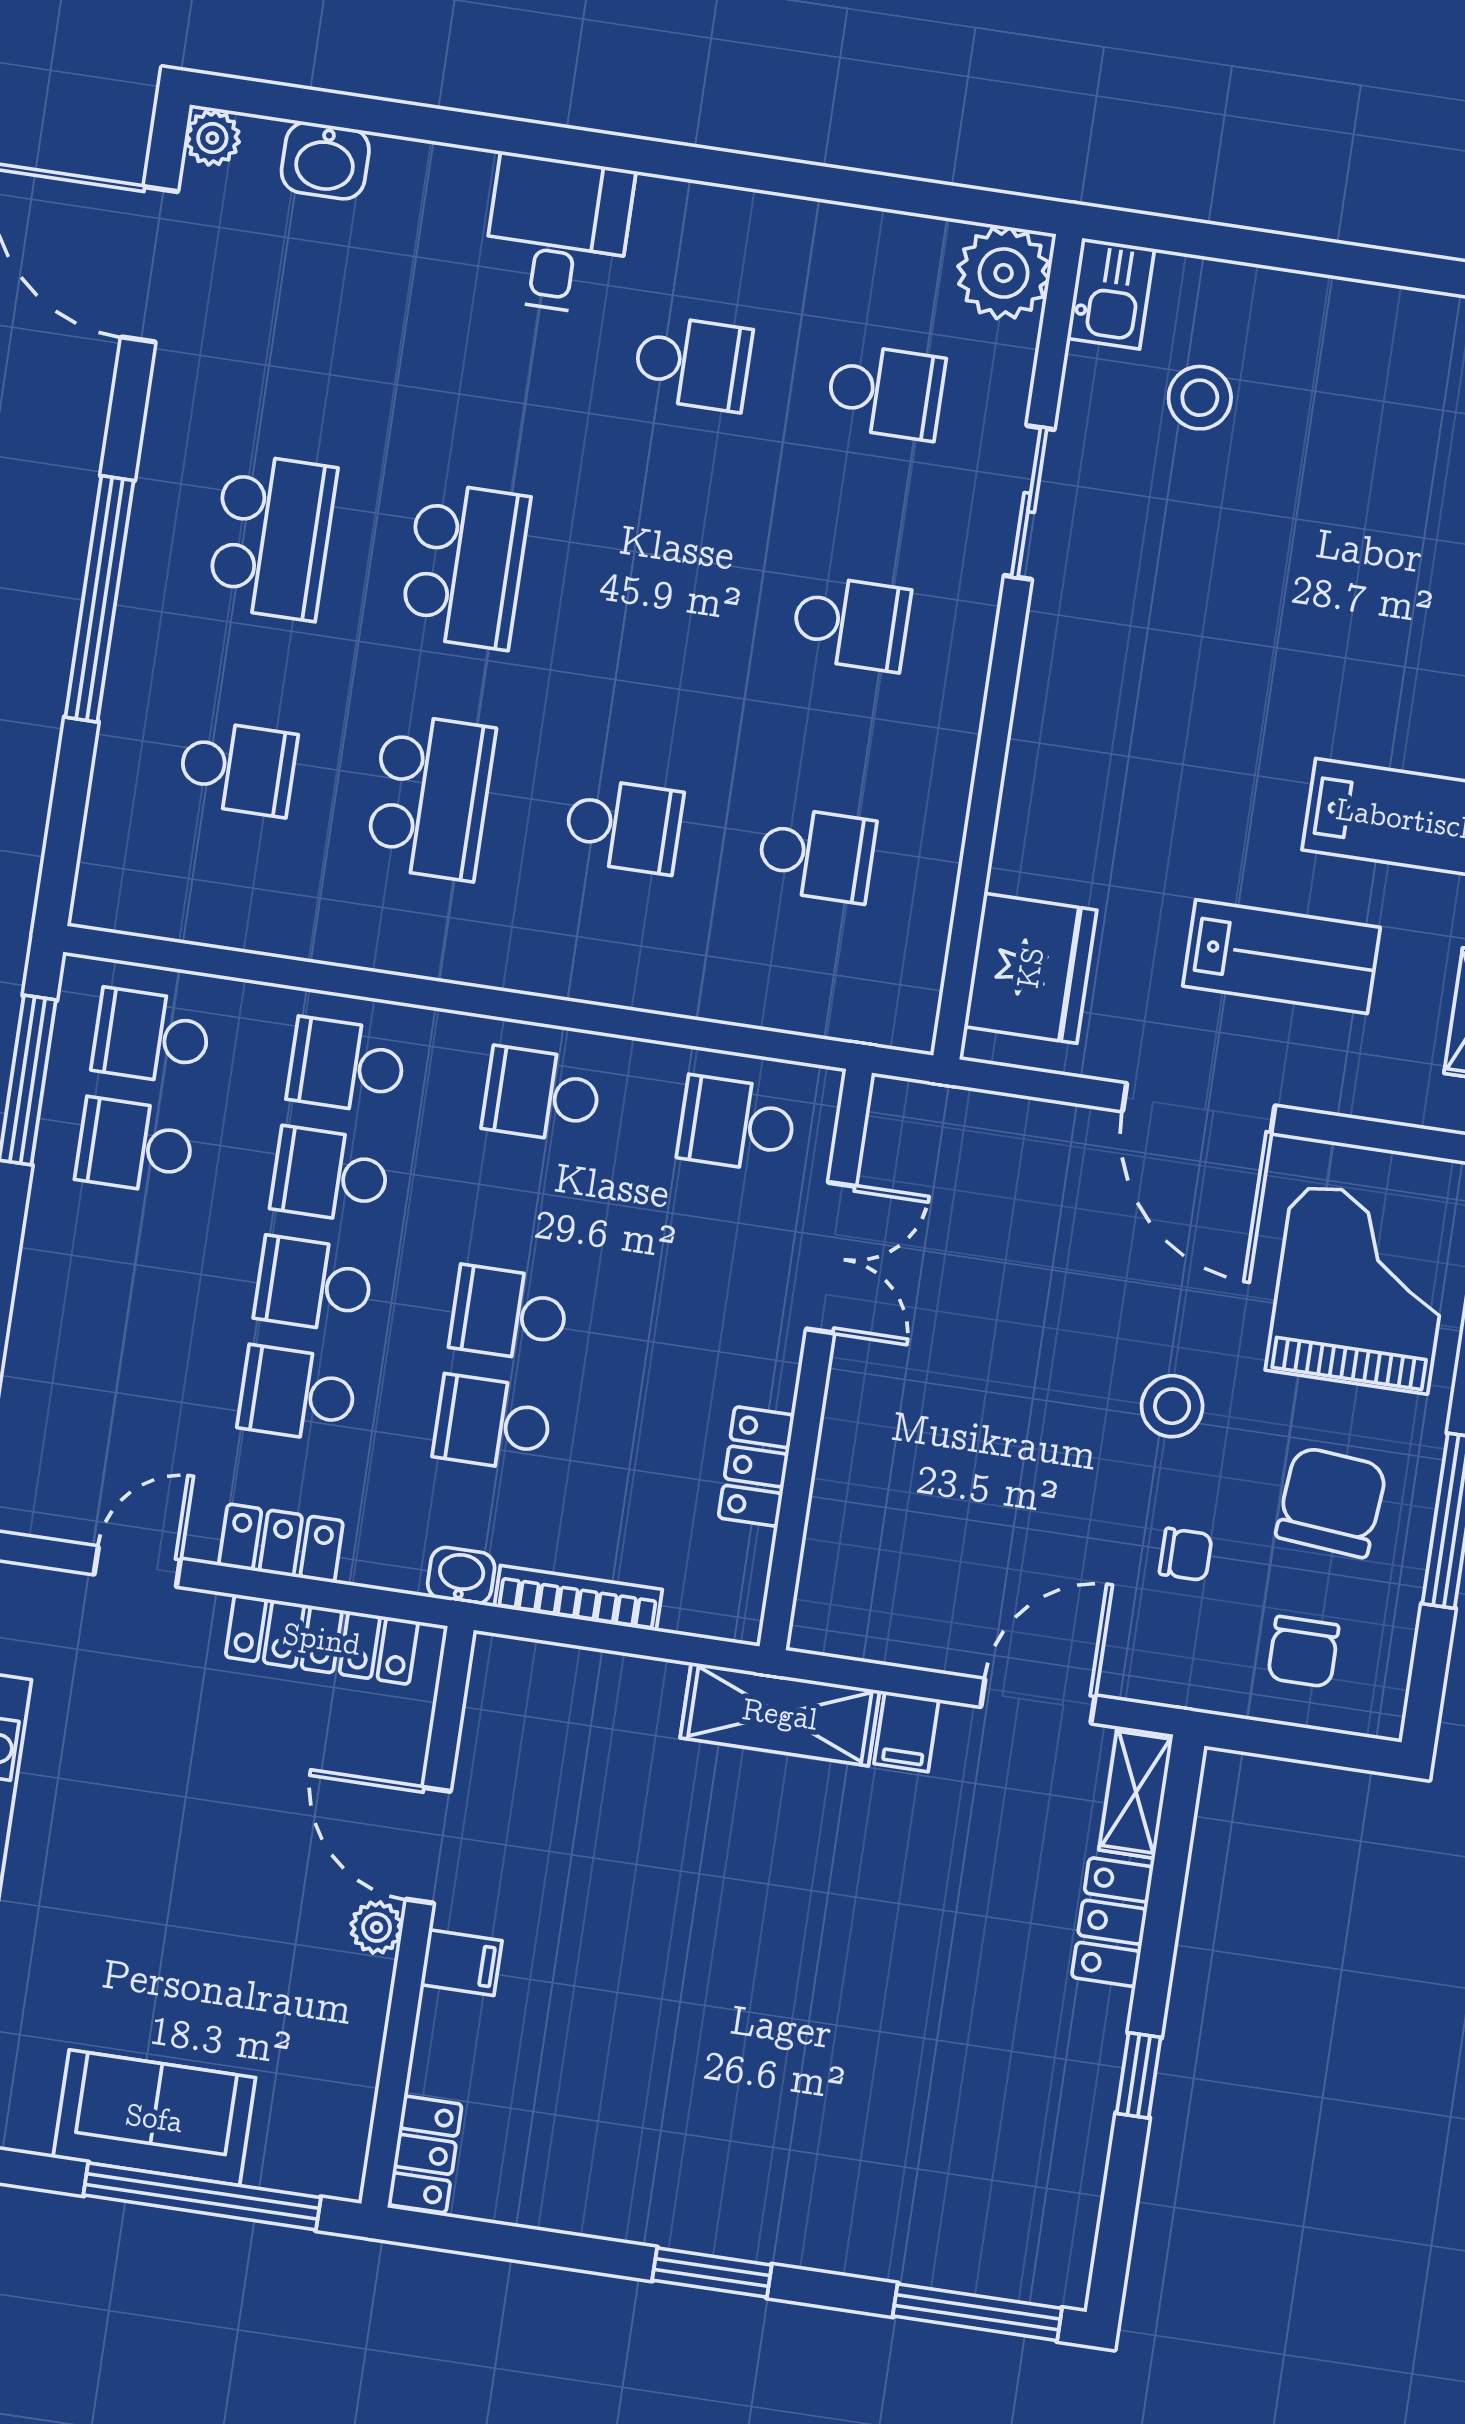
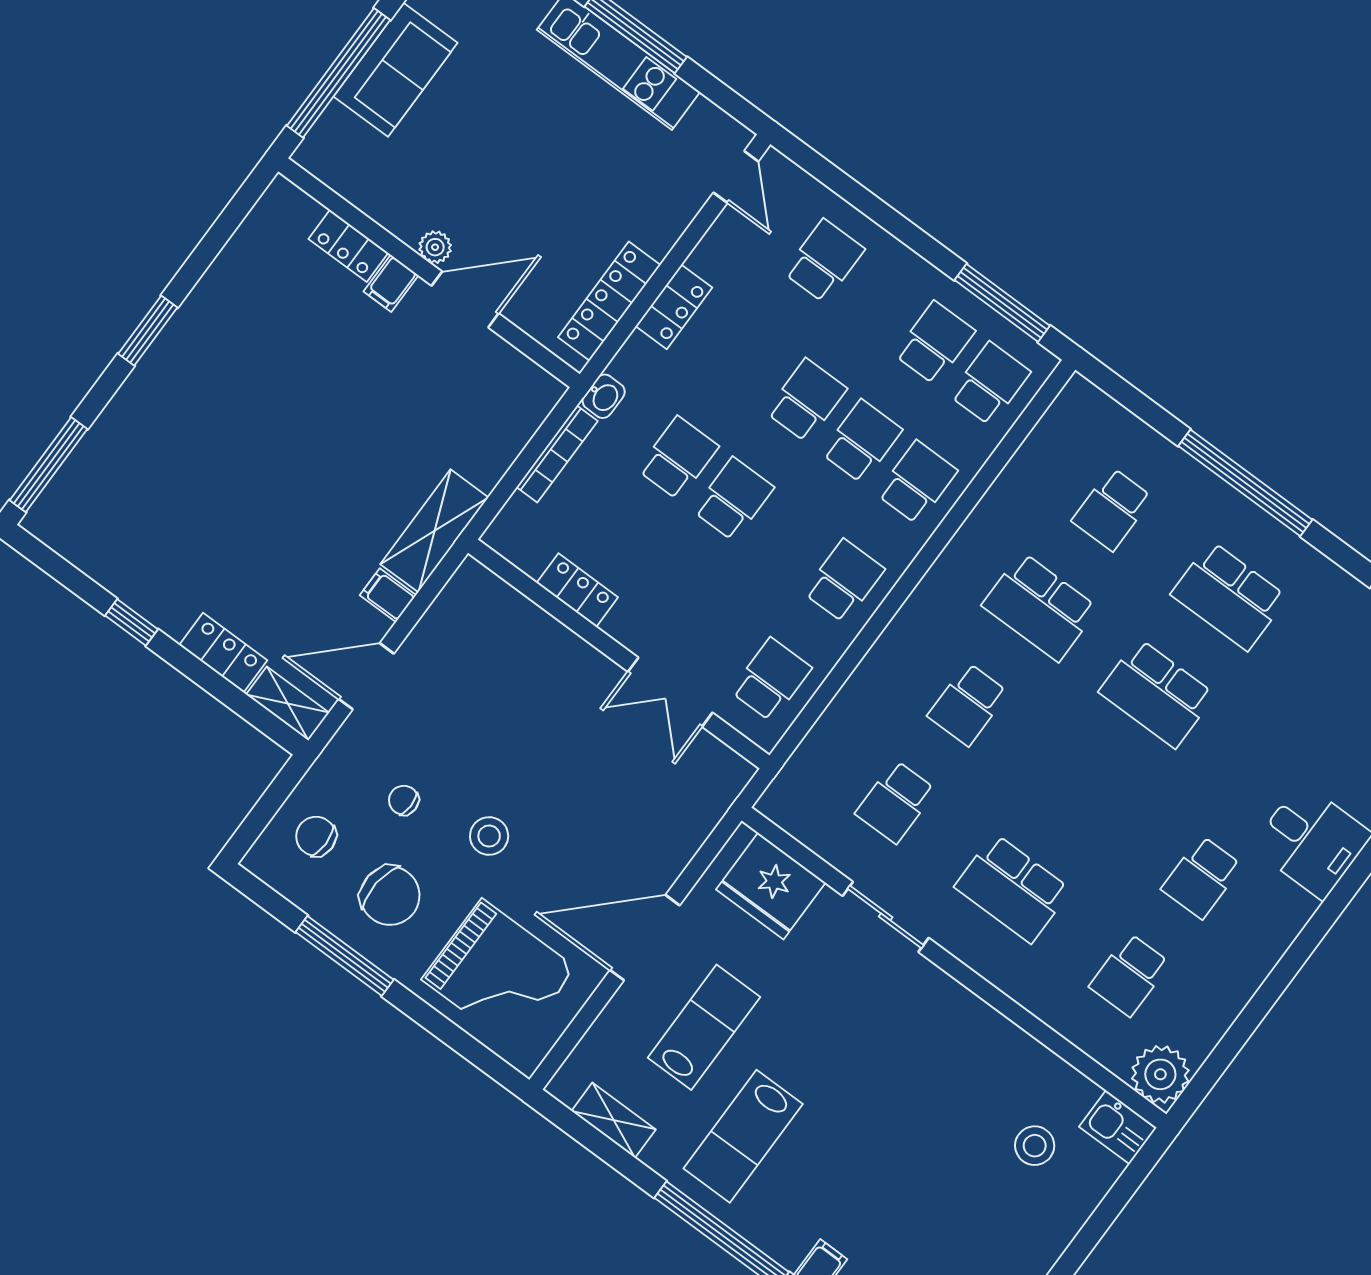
sliding door: (1029, 503) -> (886, 917), moved
school desk: (851, 623) -> (1013, 888), width x1.85
lab bench: (1281, 957) -> (704, 1027), turned 180
school desk: (298, 1394) -> (824, 261), moved
chair: (1186, 1554) -> (404, 800), turned 91
door: (137, 1567) -> (736, 177), moved
door: (1038, 1701) -> (366, 676), swing flipped
locker: (425, 2154) -> (348, 246), moved

